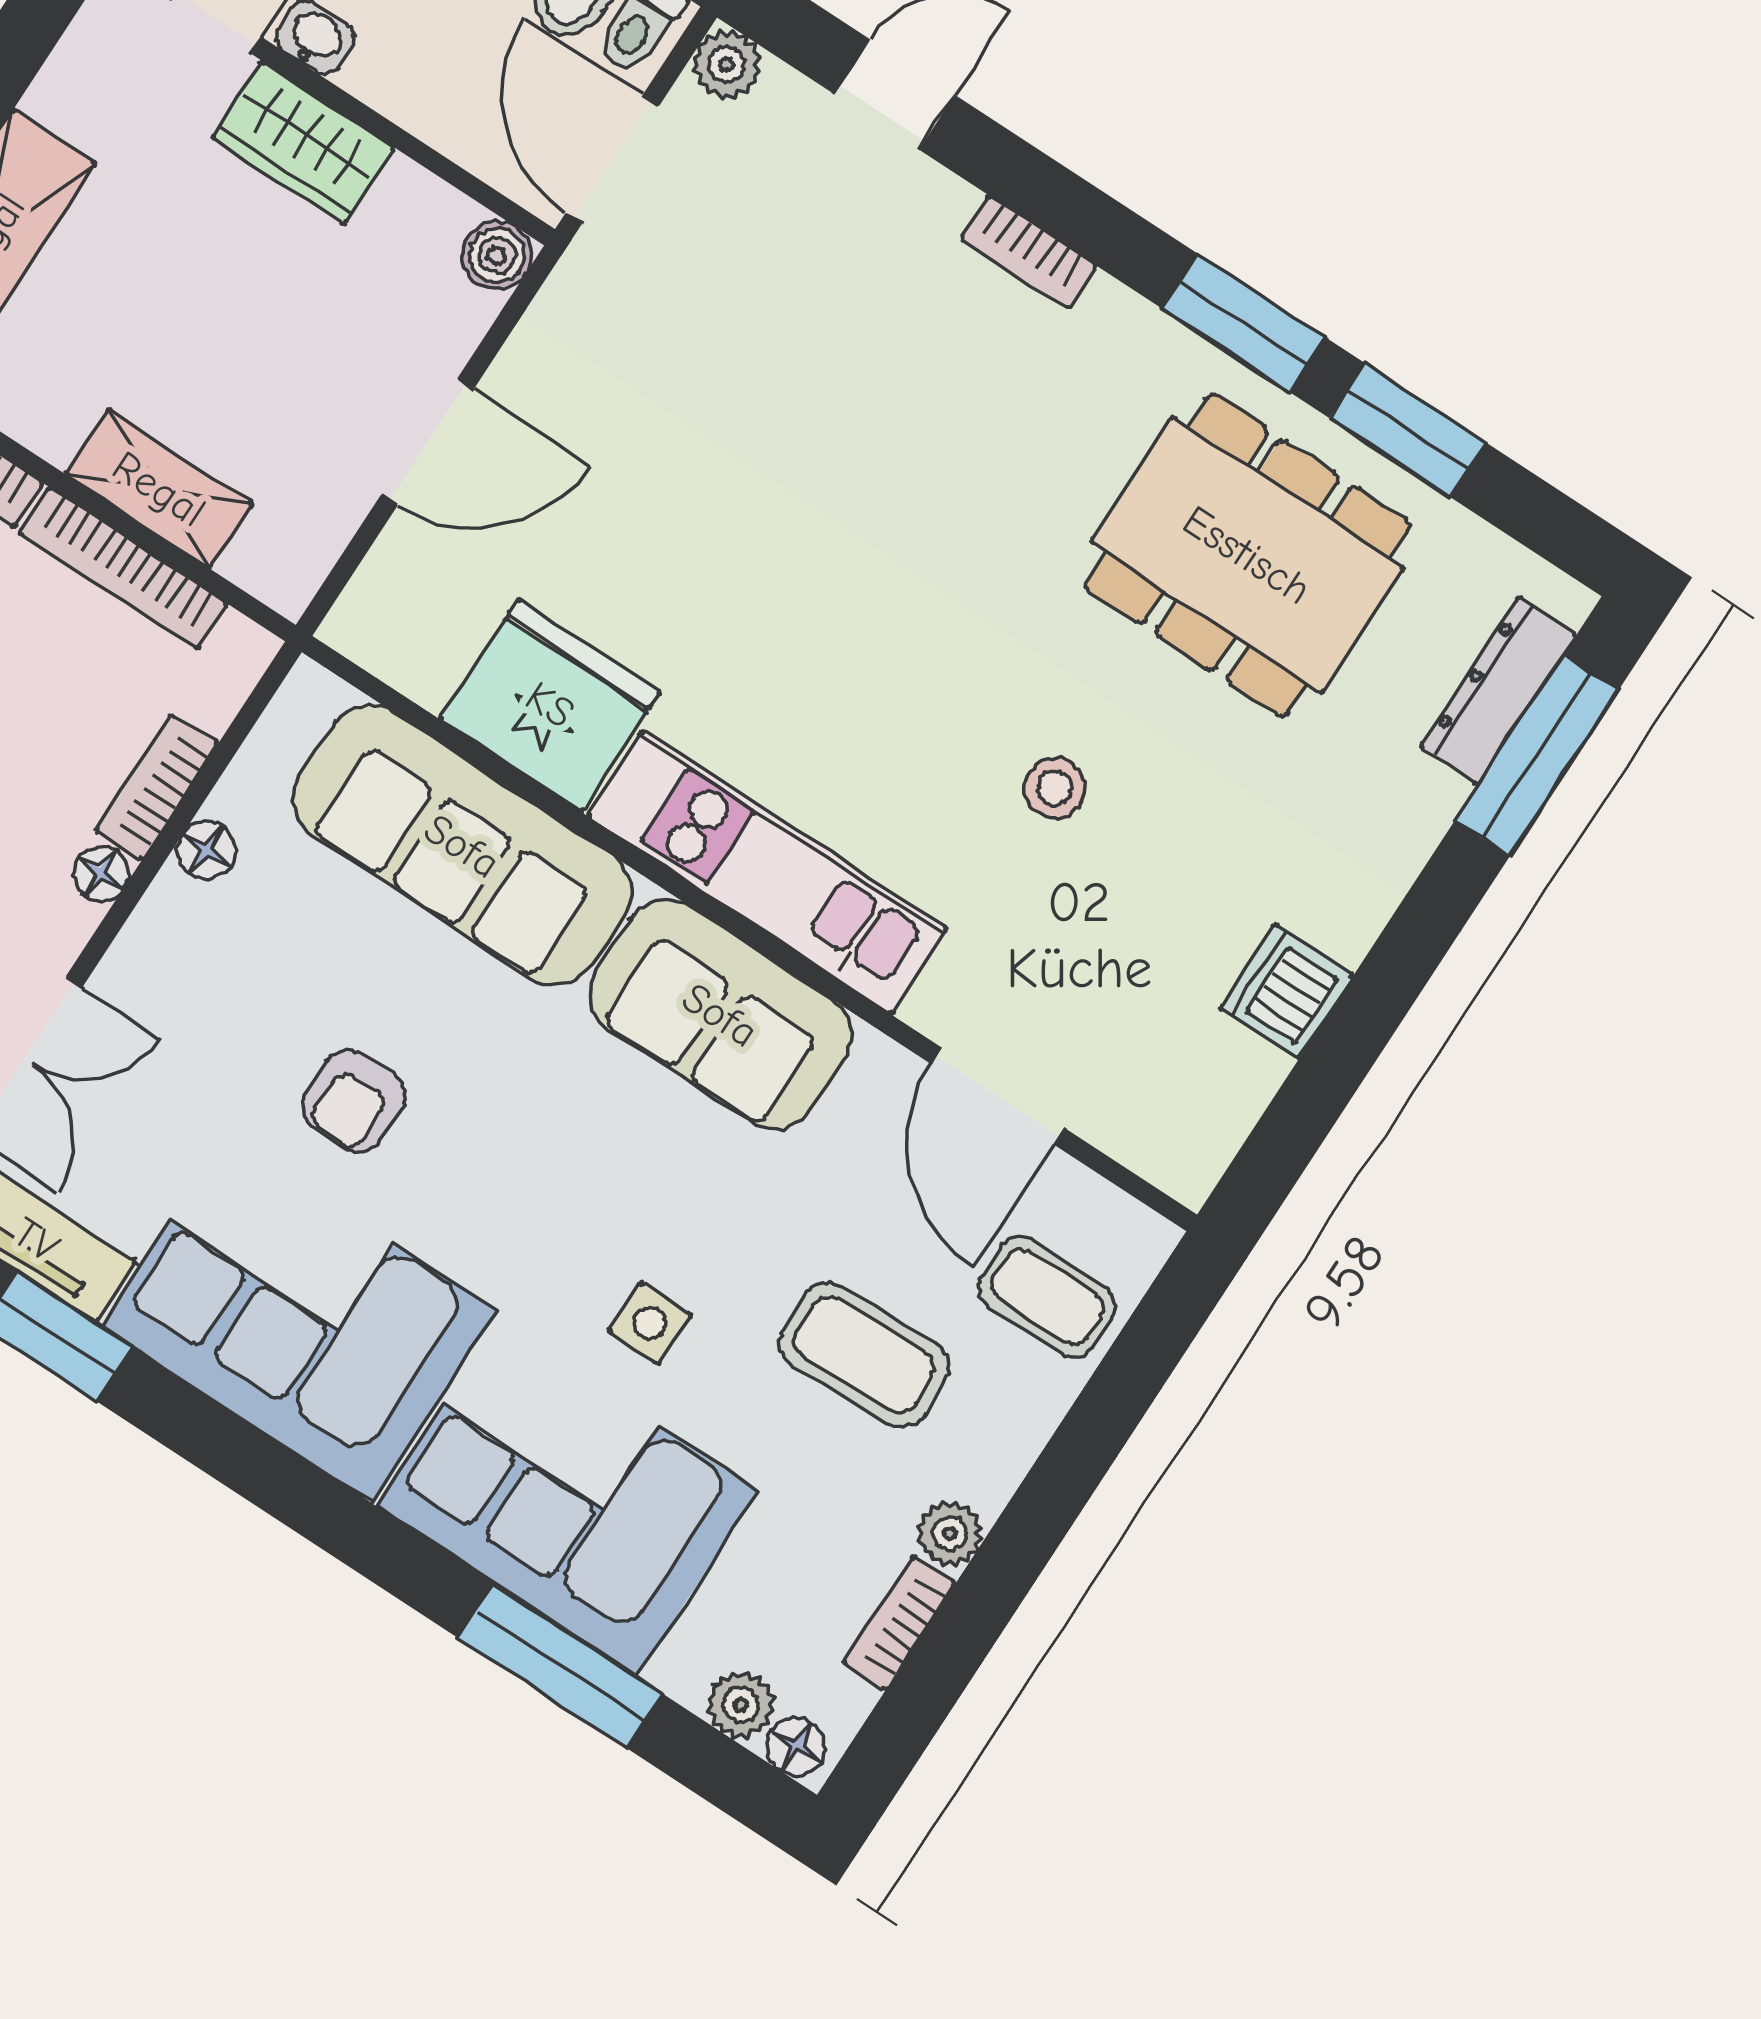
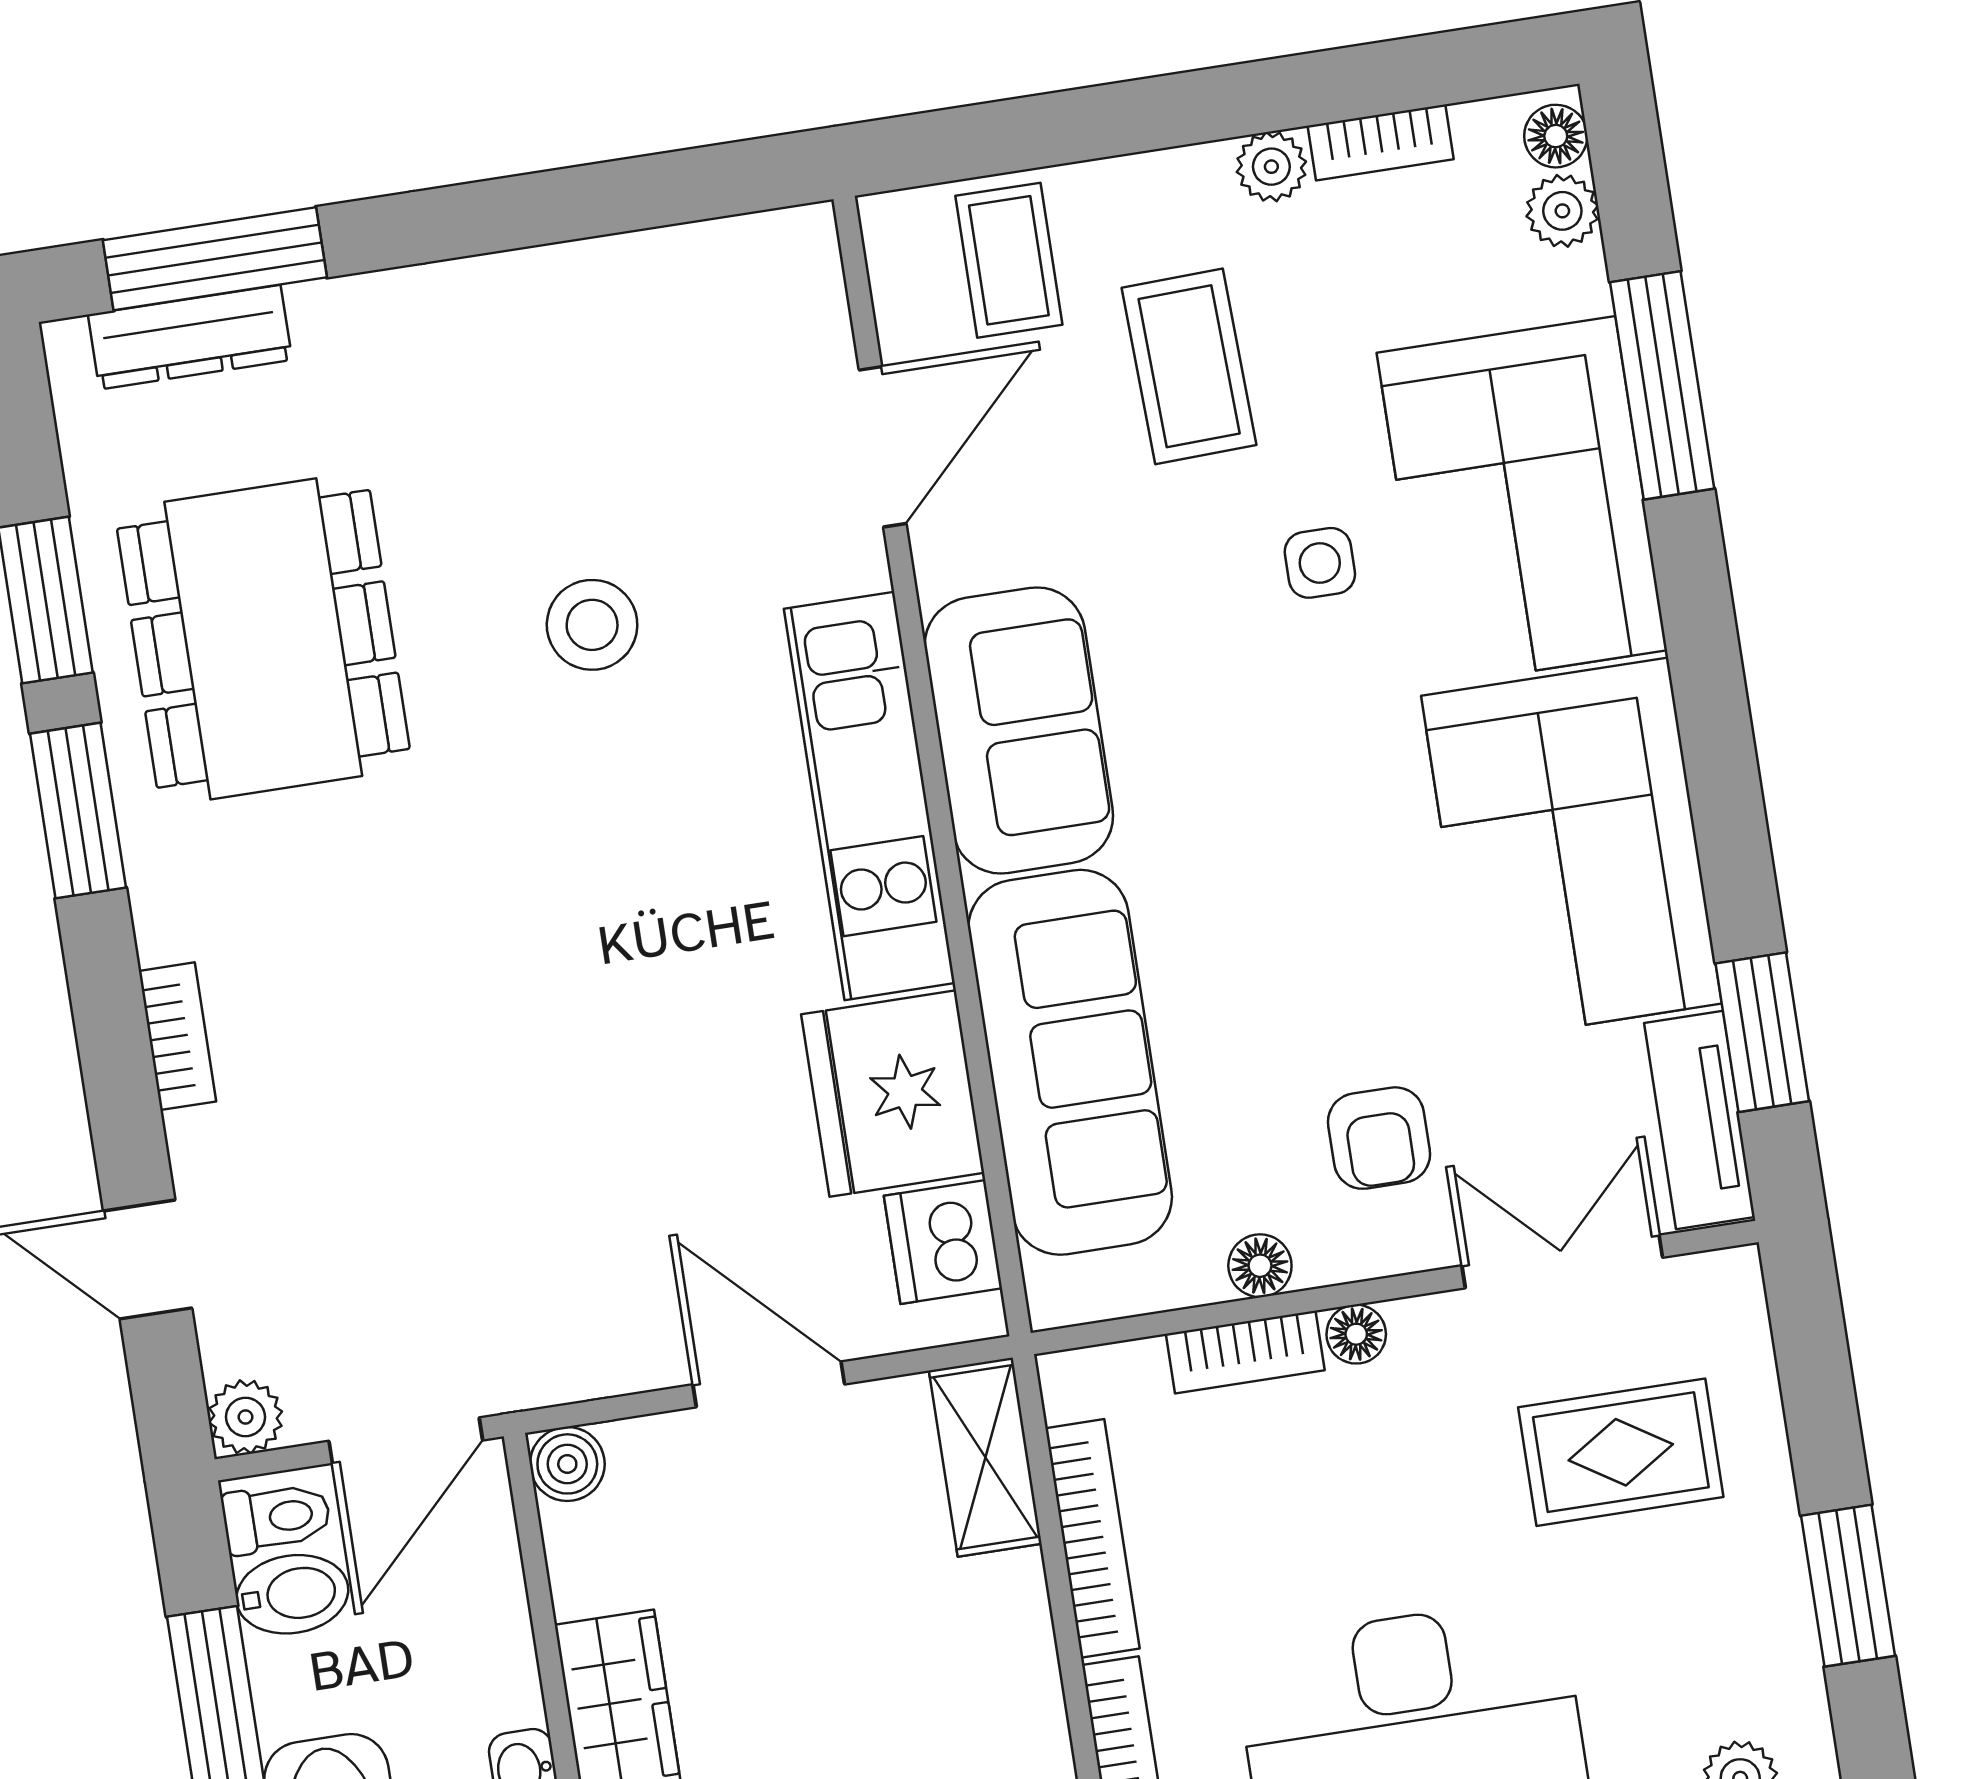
shelving: (159, 489) -> (985, 1457), moved
stool: (1055, 788) -> (592, 625), width x1.37, depth x1.37
dishwasher: (1287, 992) -> (943, 1242), moved, turned 90
armchair: (354, 1101) -> (1379, 1138), moved, turned 90

